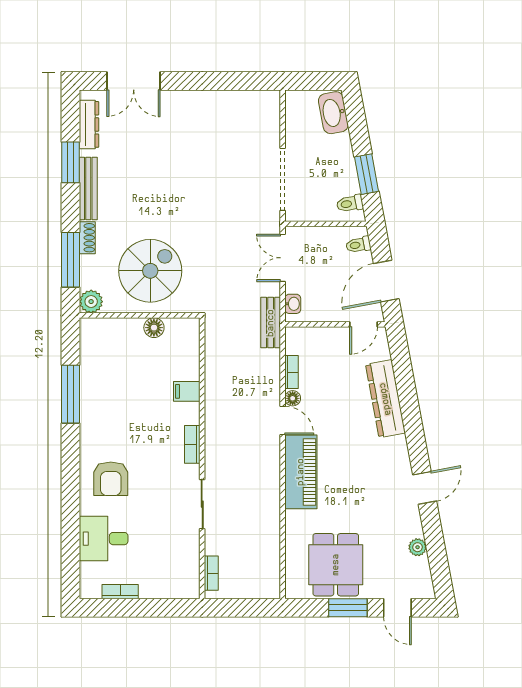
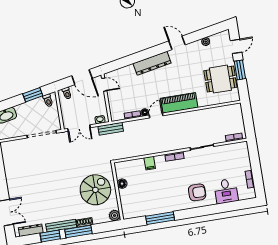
window: (71, 260) -> (78, 231), moved
spiral stairs: (150, 271) -> (95, 190), turned 90
dresser: (385, 399) -> (152, 63), moved

